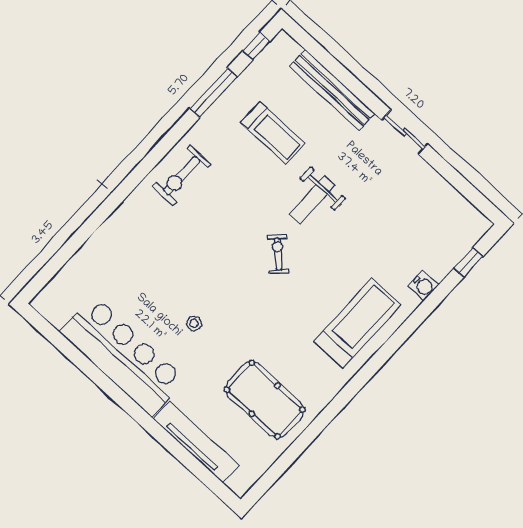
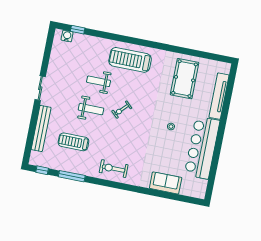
treadmill: (273, 133) -> (74, 142), turned -90
exercise bike: (182, 175) -> (114, 169), turned 180
weight bench: (353, 244) -> (99, 81), added
sofa: (99, 252) -> (166, 183), added
water cooler: (423, 286) -> (67, 36), moved

